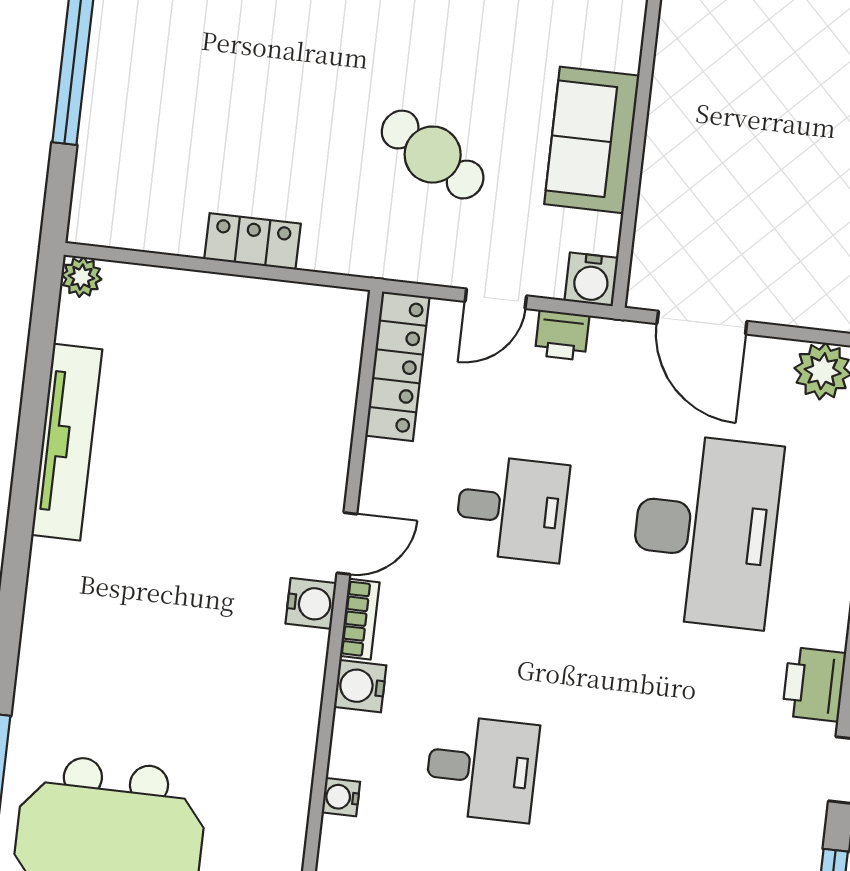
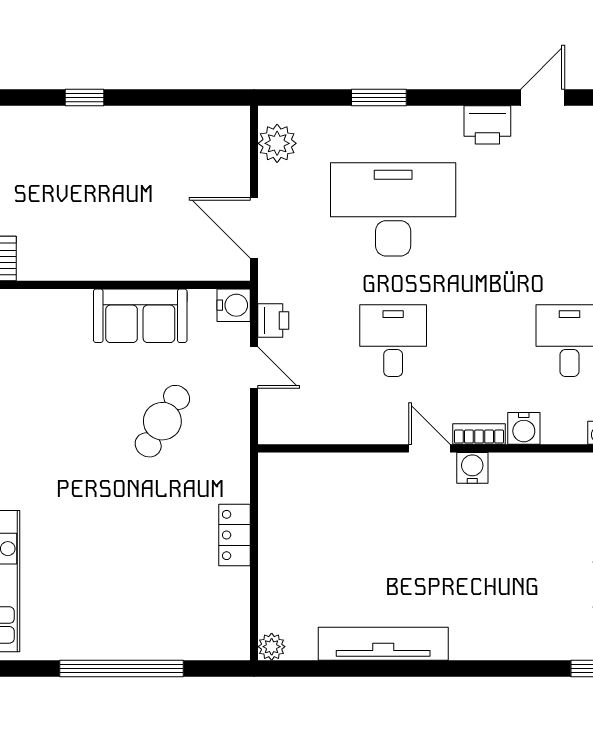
door: (702, 323) -> (254, 228), swing flipped
locker: (397, 366) -> (307, 428), removed

